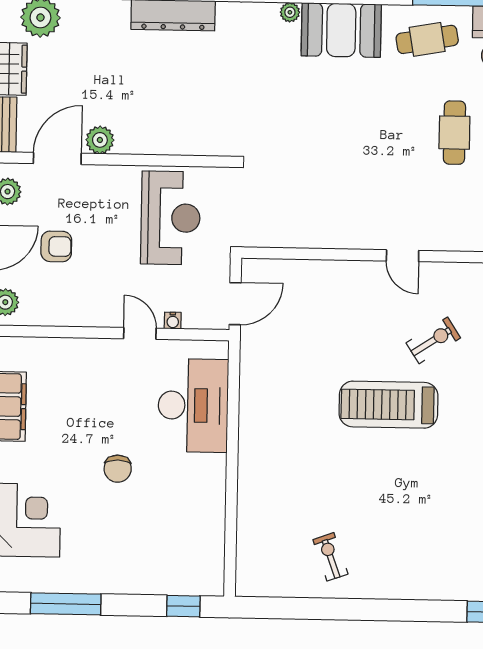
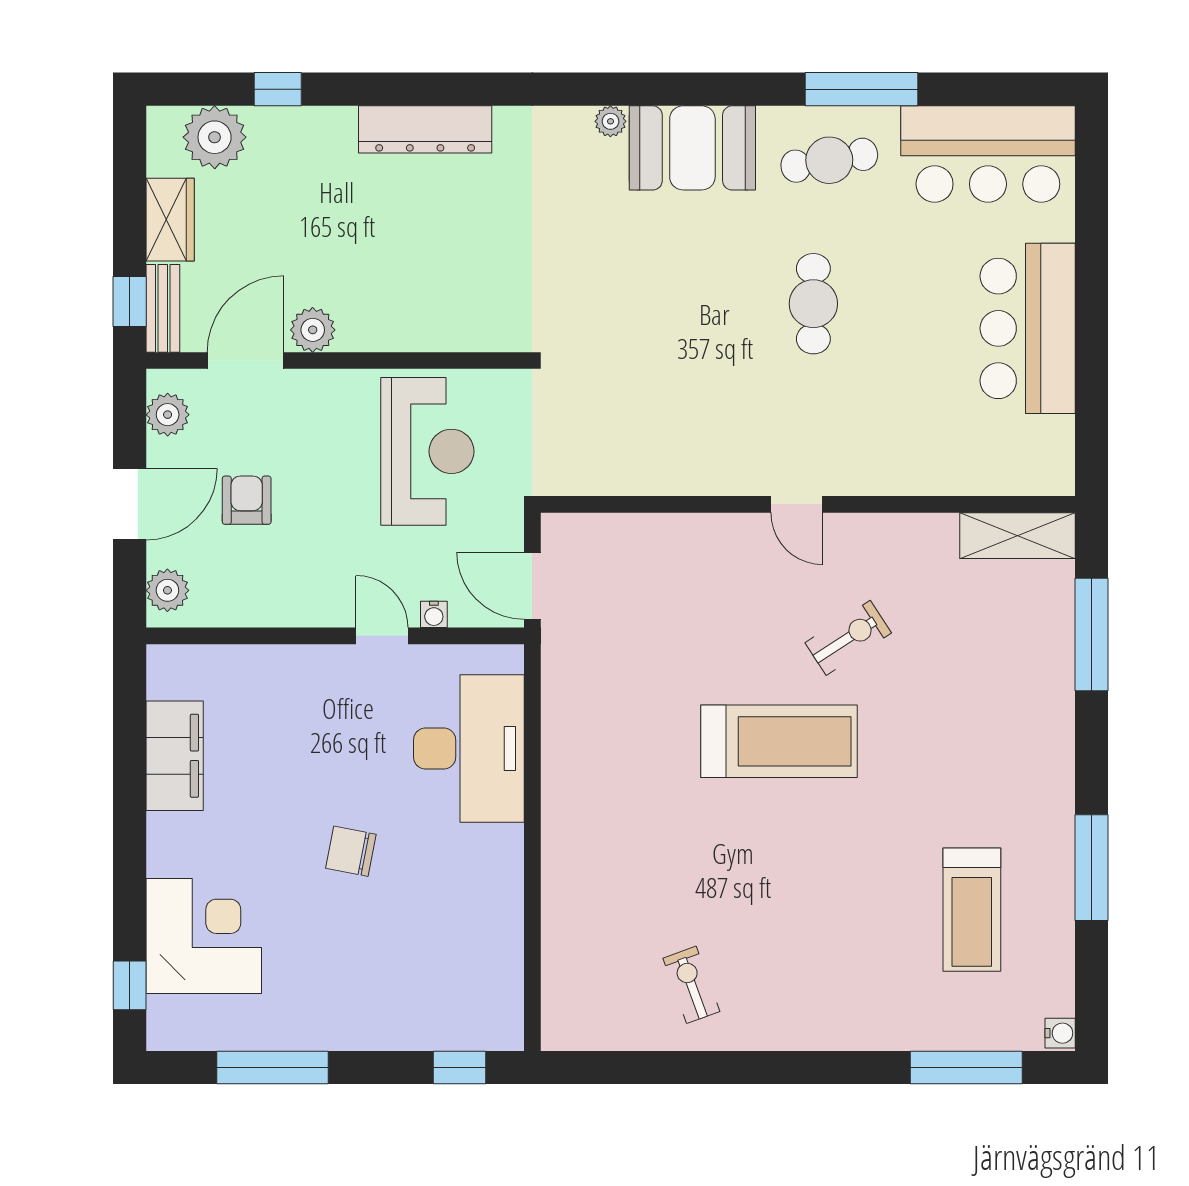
cafe table: (454, 133) -> (813, 304), moved
armchair: (56, 246) -> (247, 500), turned -90
door: (235, 304) -> (532, 586), swing flipped
treadmill: (389, 405) -> (779, 741), turned 180
chair: (118, 469) -> (351, 851), turned 101

